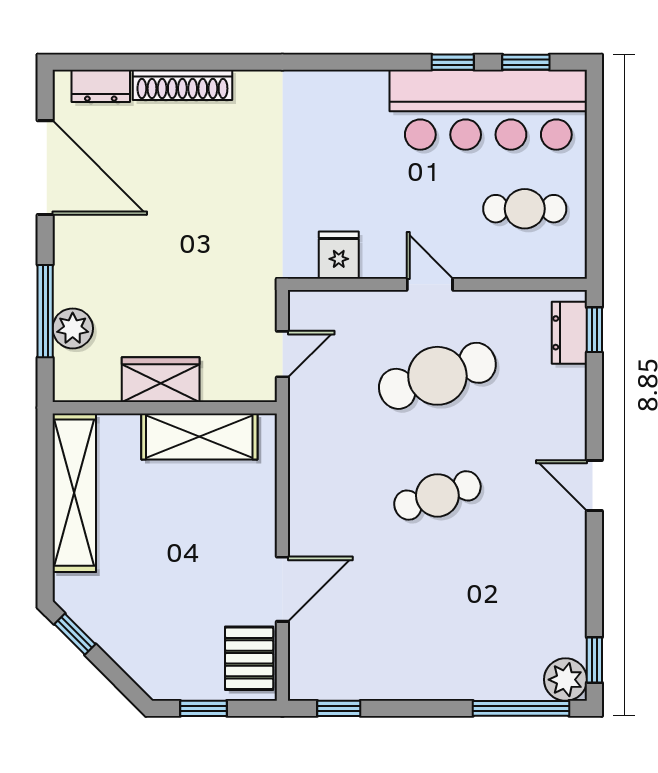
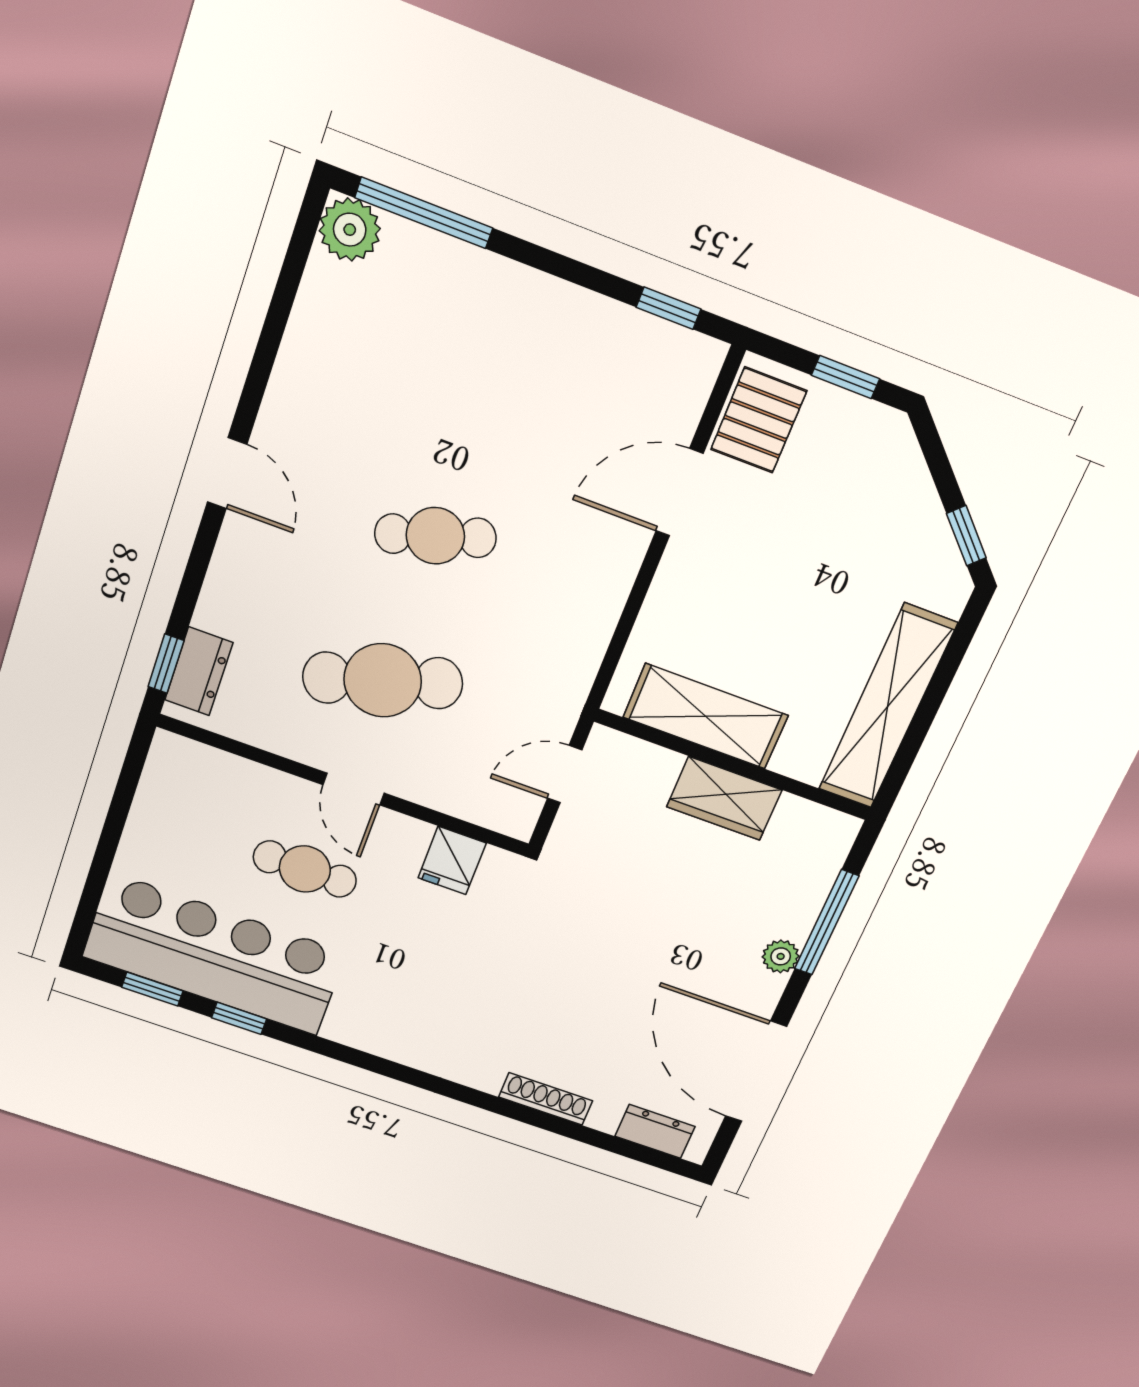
shoe rack: (182, 85) -> (546, 1099), width x0.74, depth x0.81
cafe table: (525, 209) -> (305, 869), moved
plant: (73, 328) -> (781, 956), moved, width x0.73, depth x0.73
window: (594, 660) -> (302, 241), removed

